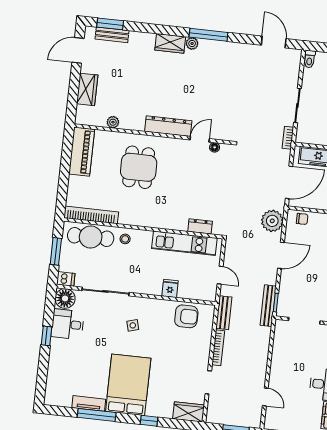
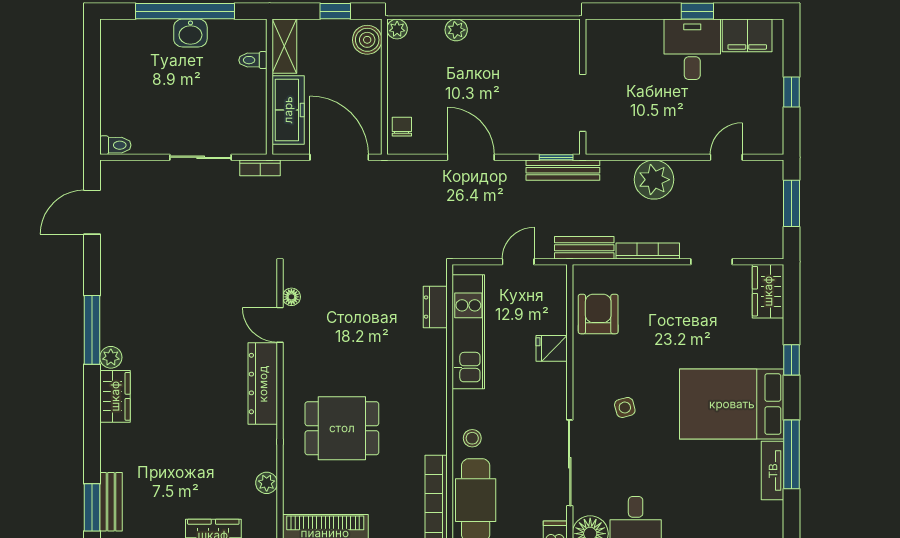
plant: (272, 221) -> (654, 180), moved

